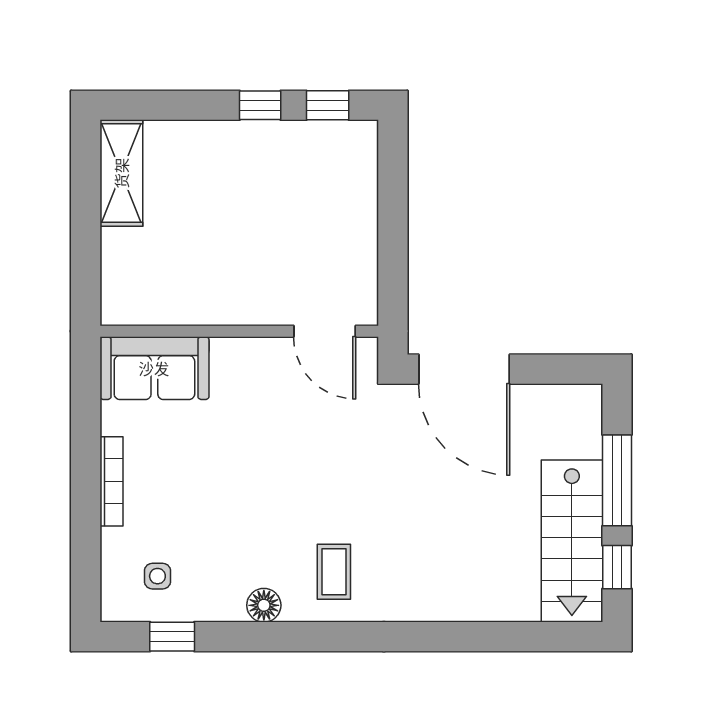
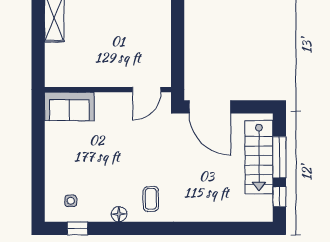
door: (325, 331) -> (147, 90), hinge flipped
bookcase: (111, 481) -> (50, 158), removed
stairs: (572, 541) -> (259, 157), moved

